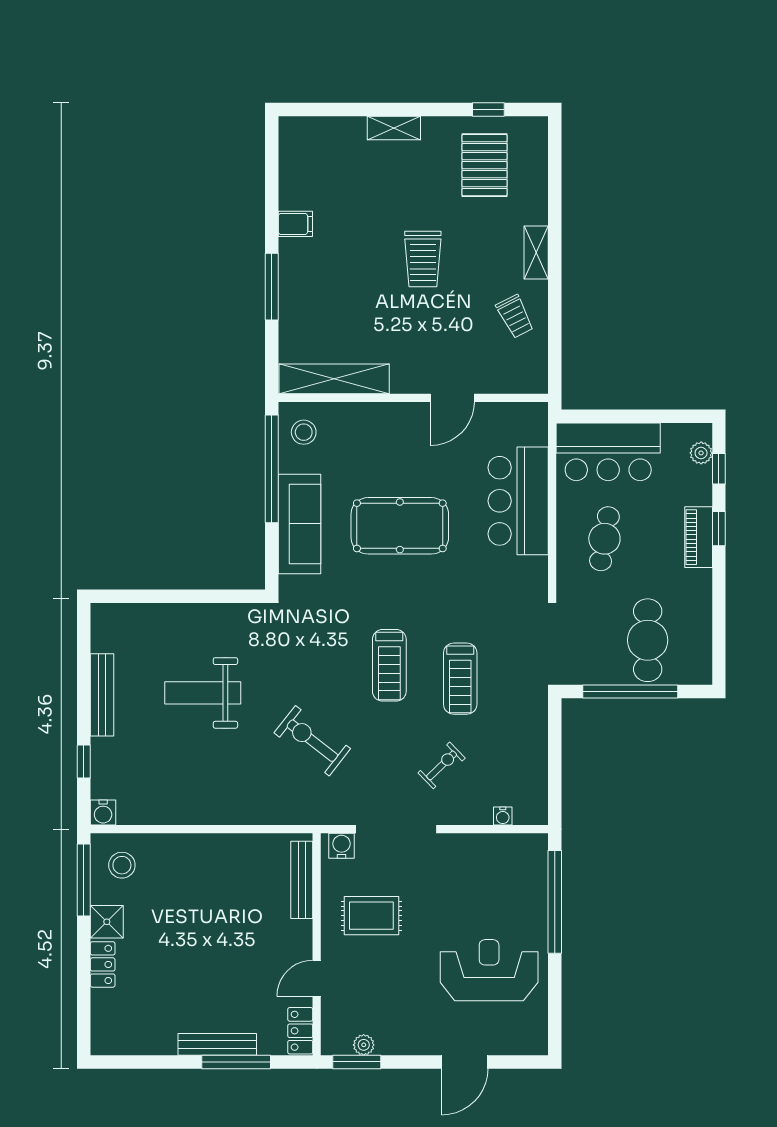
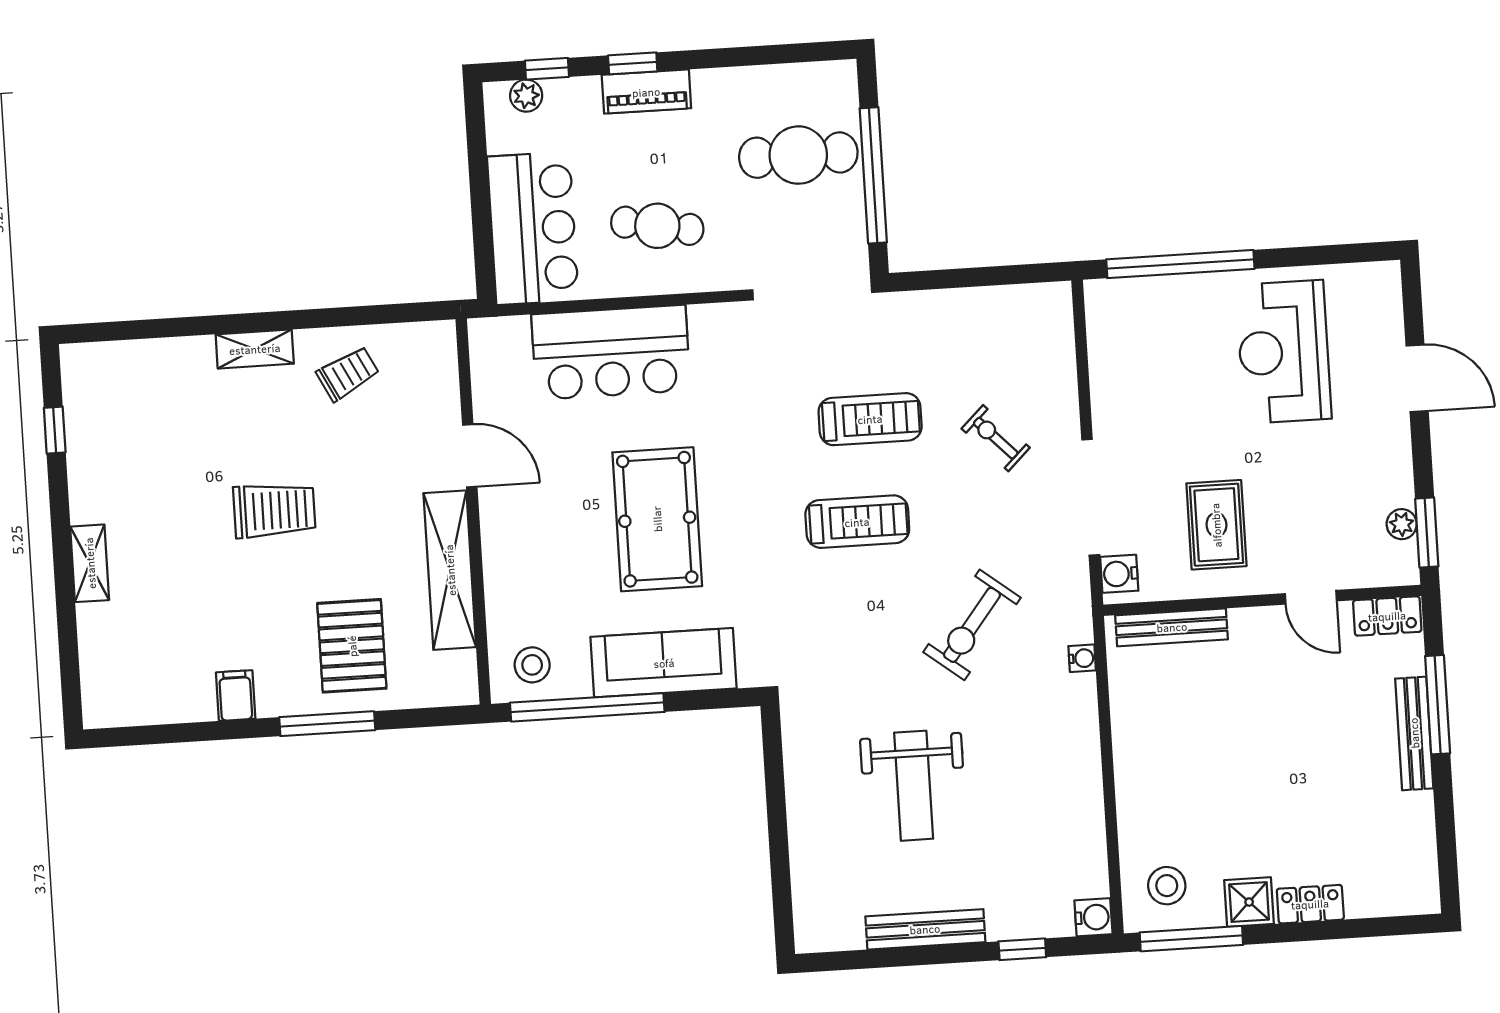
pallet: (485, 165) -> (352, 646), moved, turned 90
shelving: (334, 379) -> (450, 570), moved
water cooler: (503, 816) -> (1082, 658), moved

